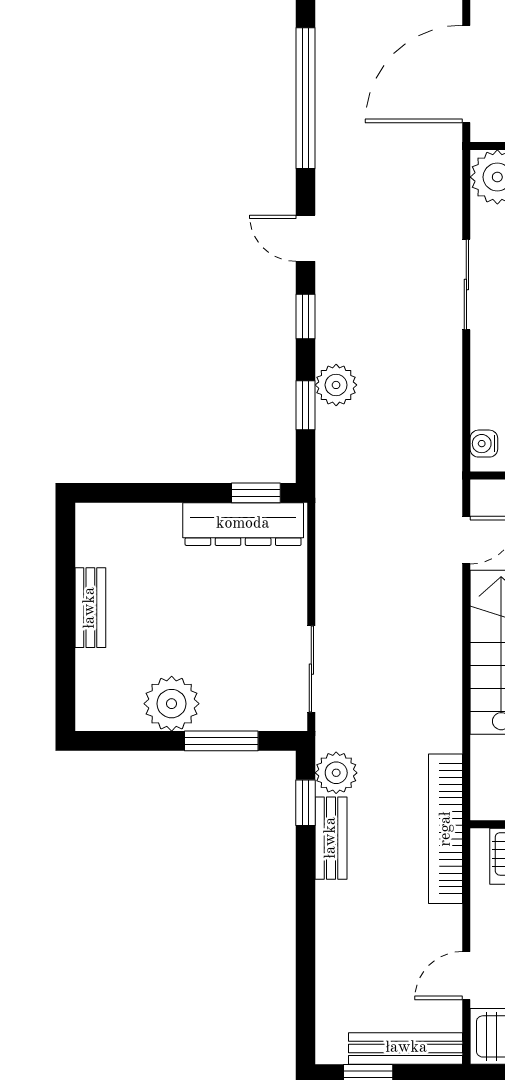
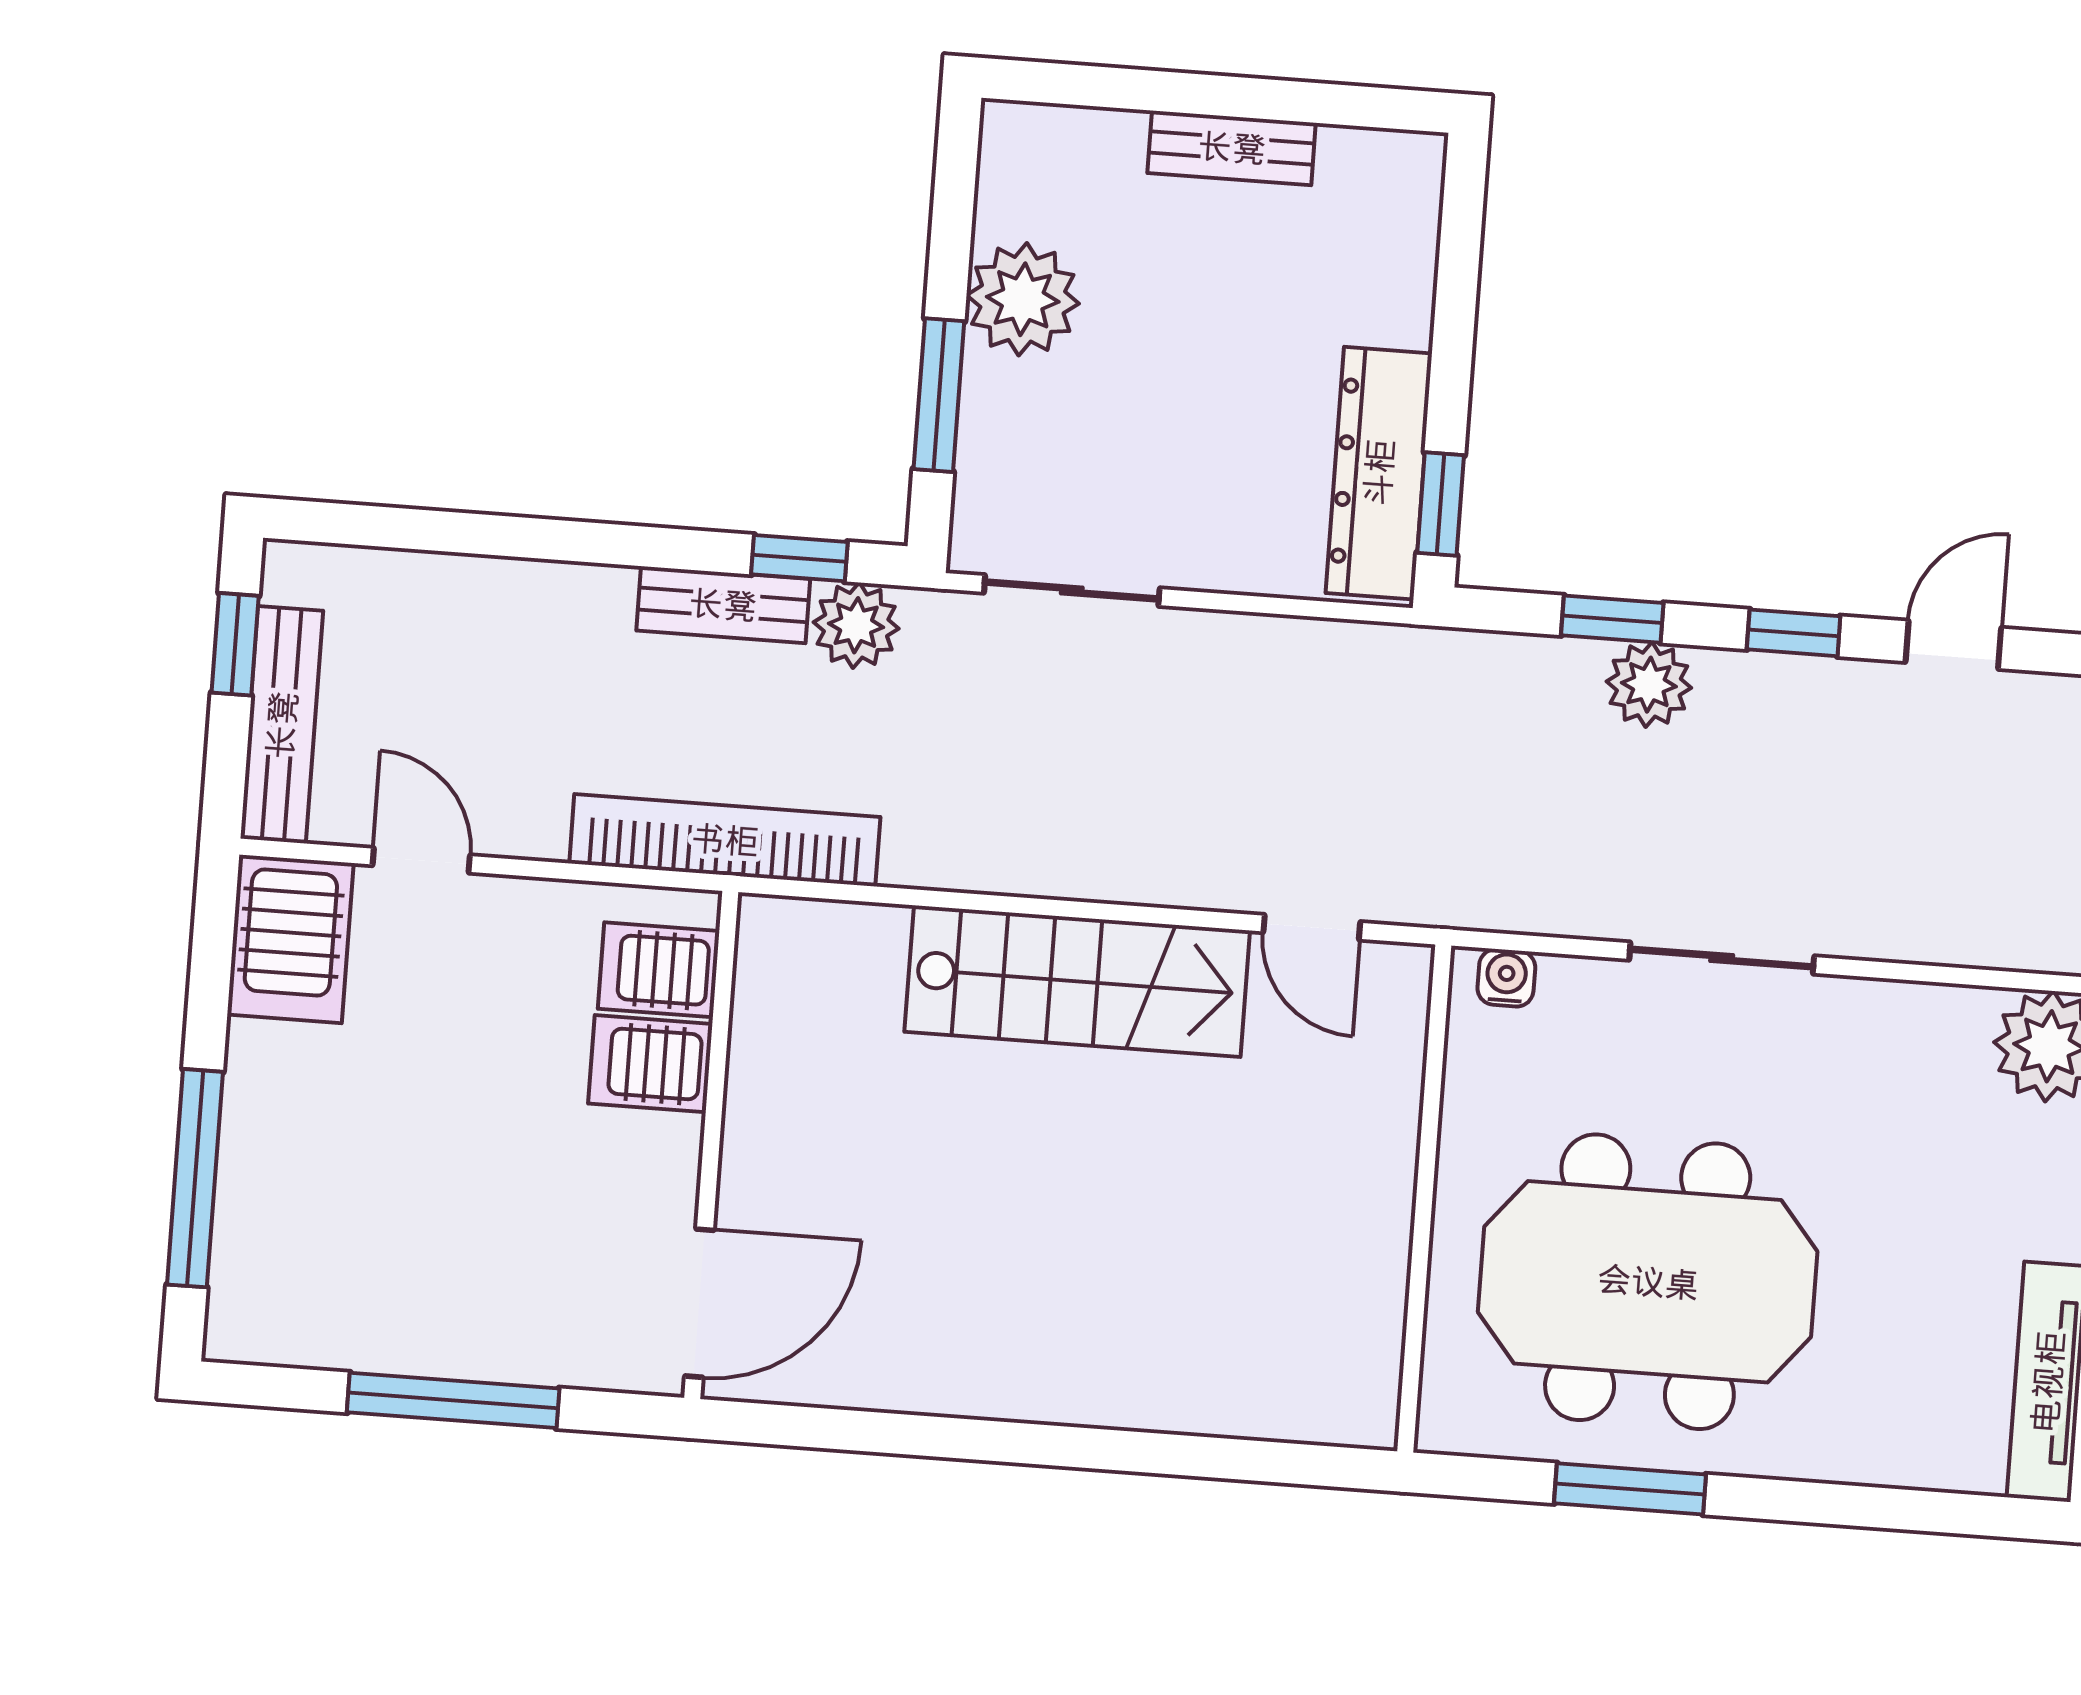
sliding door: (466, 285) -> (1722, 958), moved

